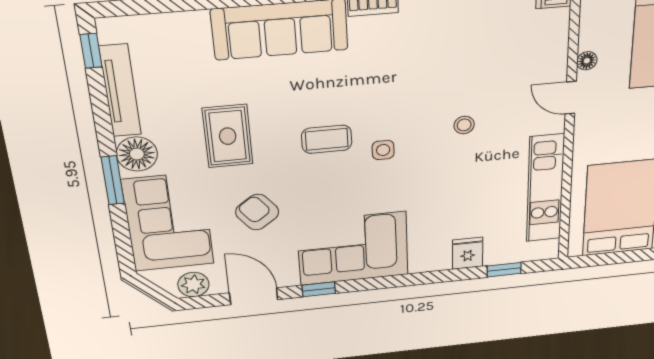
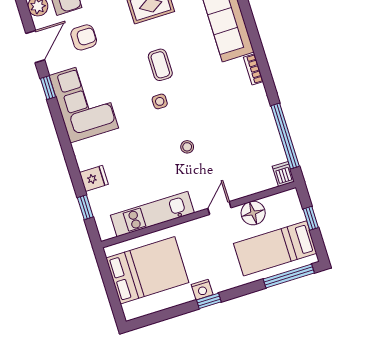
floor lamp: (587, 61) -> (253, 213), width x1.89, depth x1.89
armchair: (257, 212) -> (84, 37), moved, turned 37

